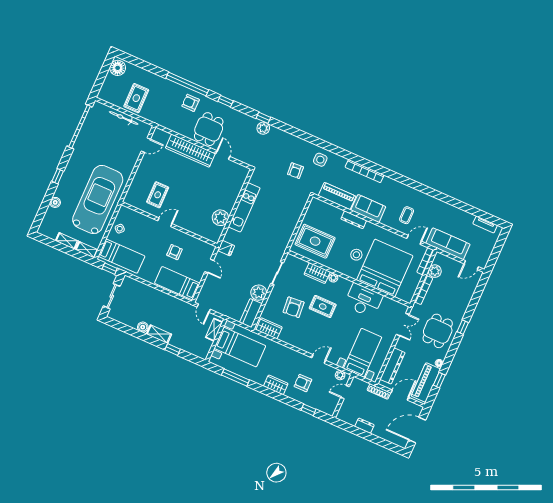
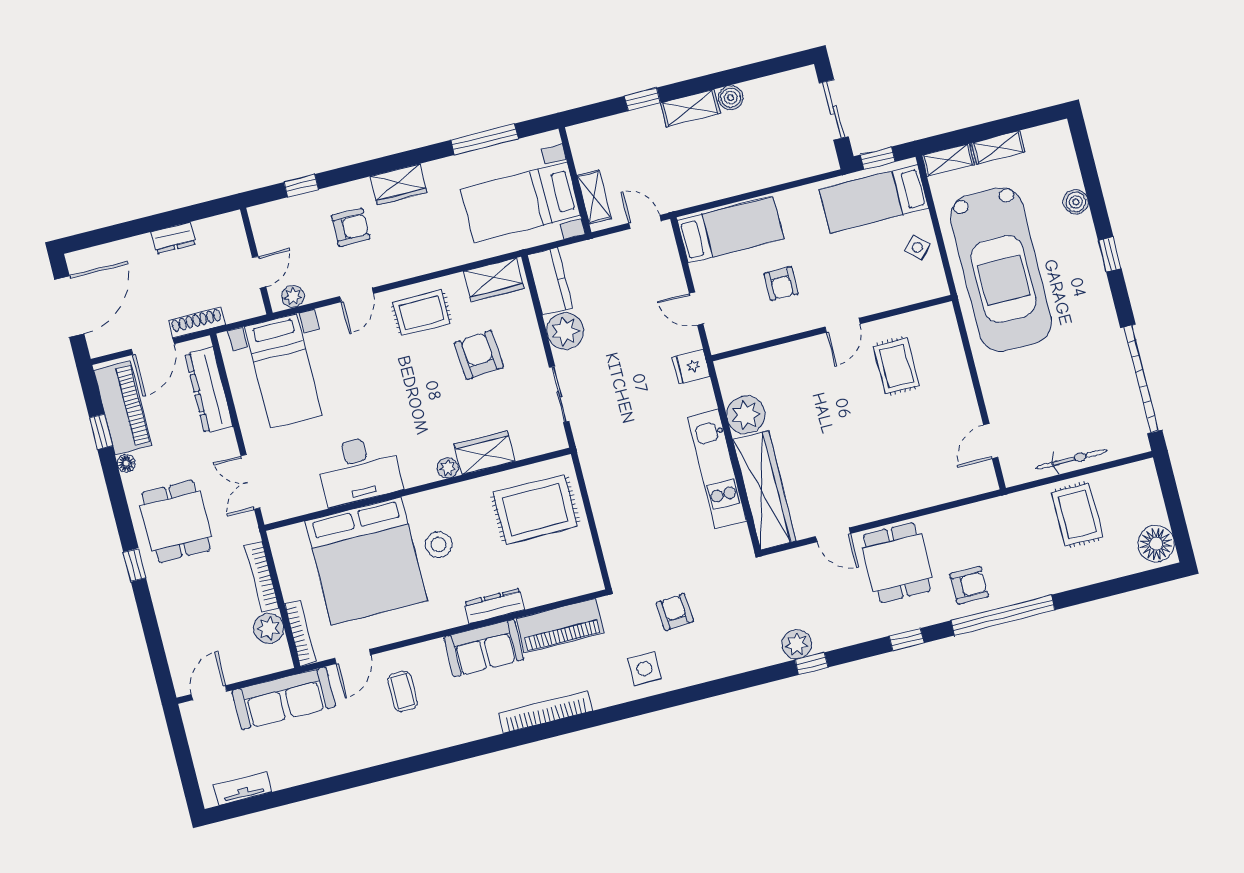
wardrobe: (190, 151) -> (764, 490), moved, turned 90
rug: (323, 307) -> (422, 313), moved

